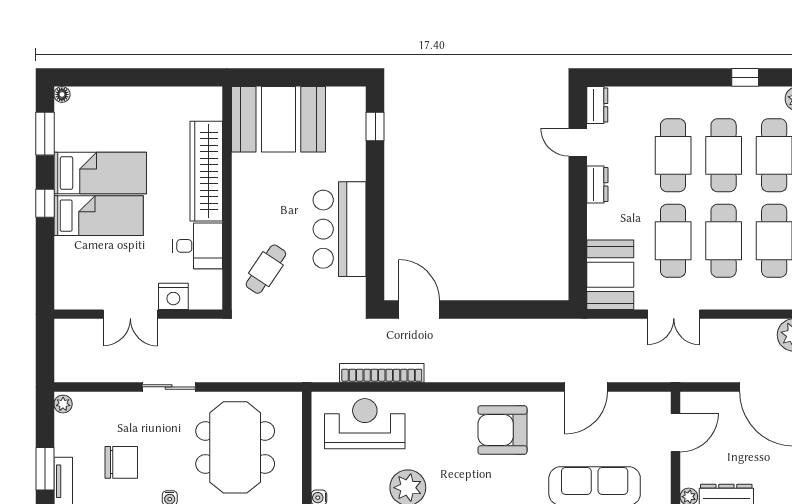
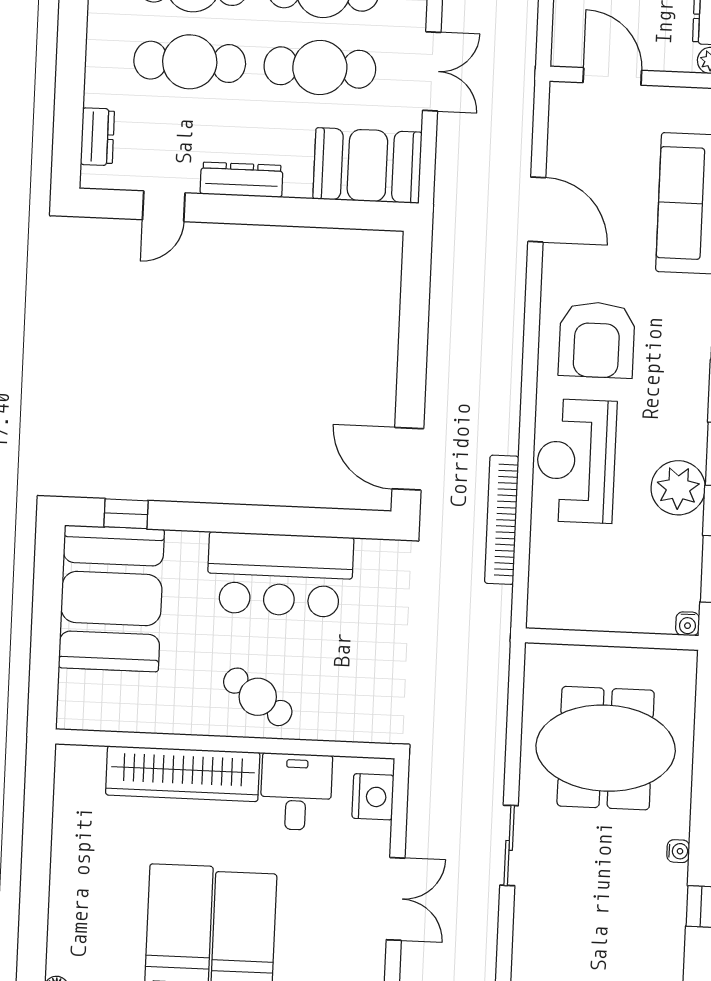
dresser: (597, 105) -> (97, 137), moved, turned 90
booth: (278, 119) -> (111, 598), moved
dresser: (597, 184) -> (242, 180), width x1.44
cafe table: (266, 269) -> (258, 697), moved
nightstand: (173, 296) -> (373, 797), moved
door: (419, 310) -> (408, 459), hinge flipped
reception desk: (365, 424) -> (576, 461), moved
chair: (121, 462) -> (621, 923), removed

